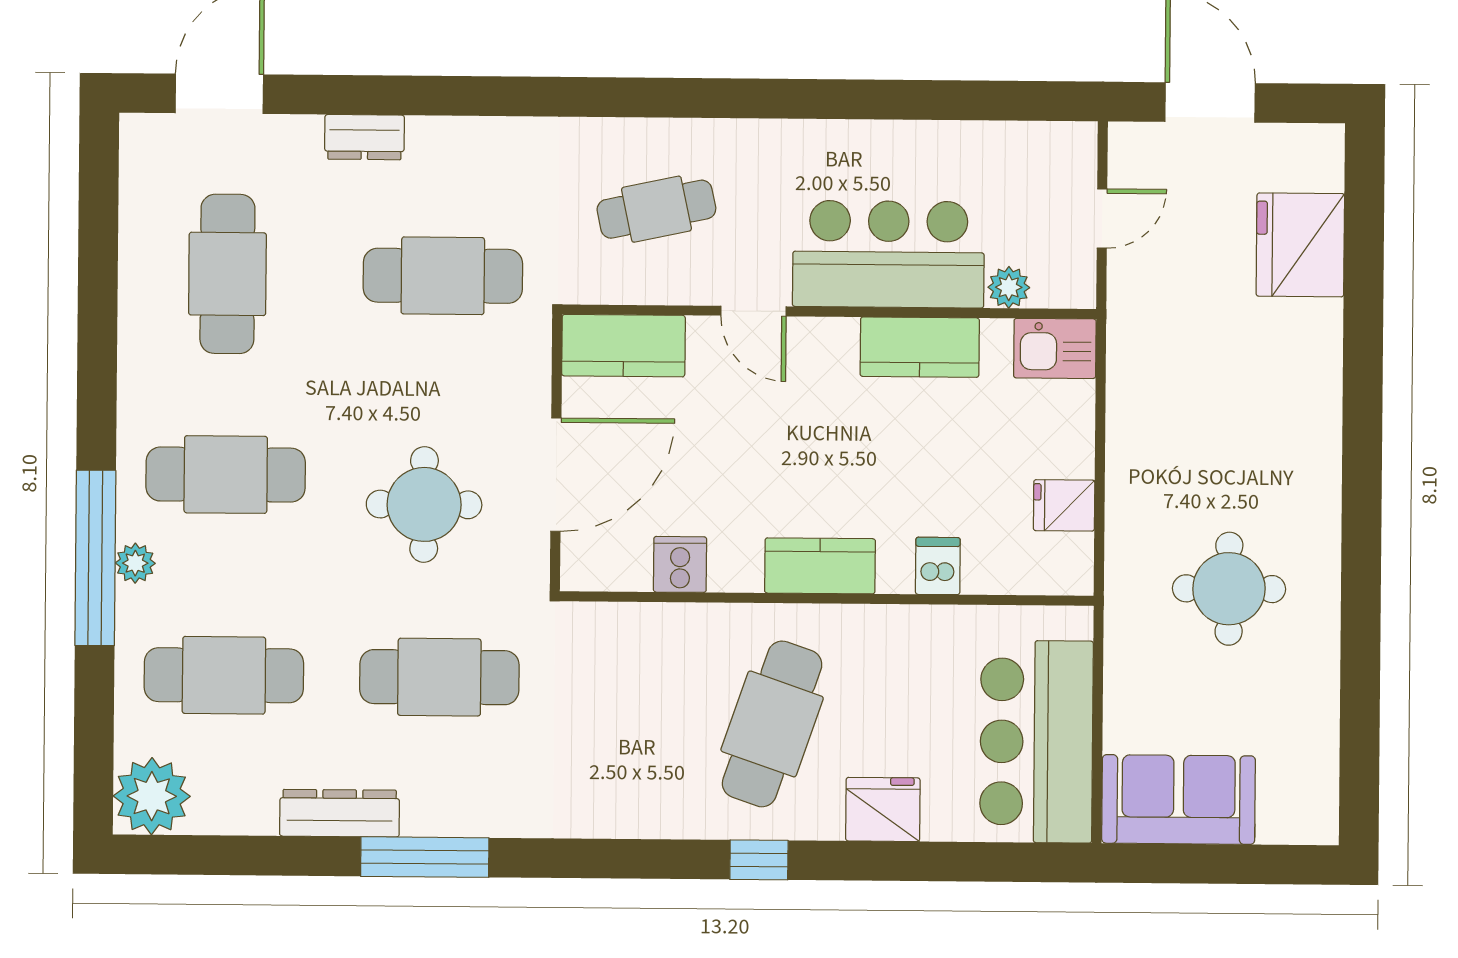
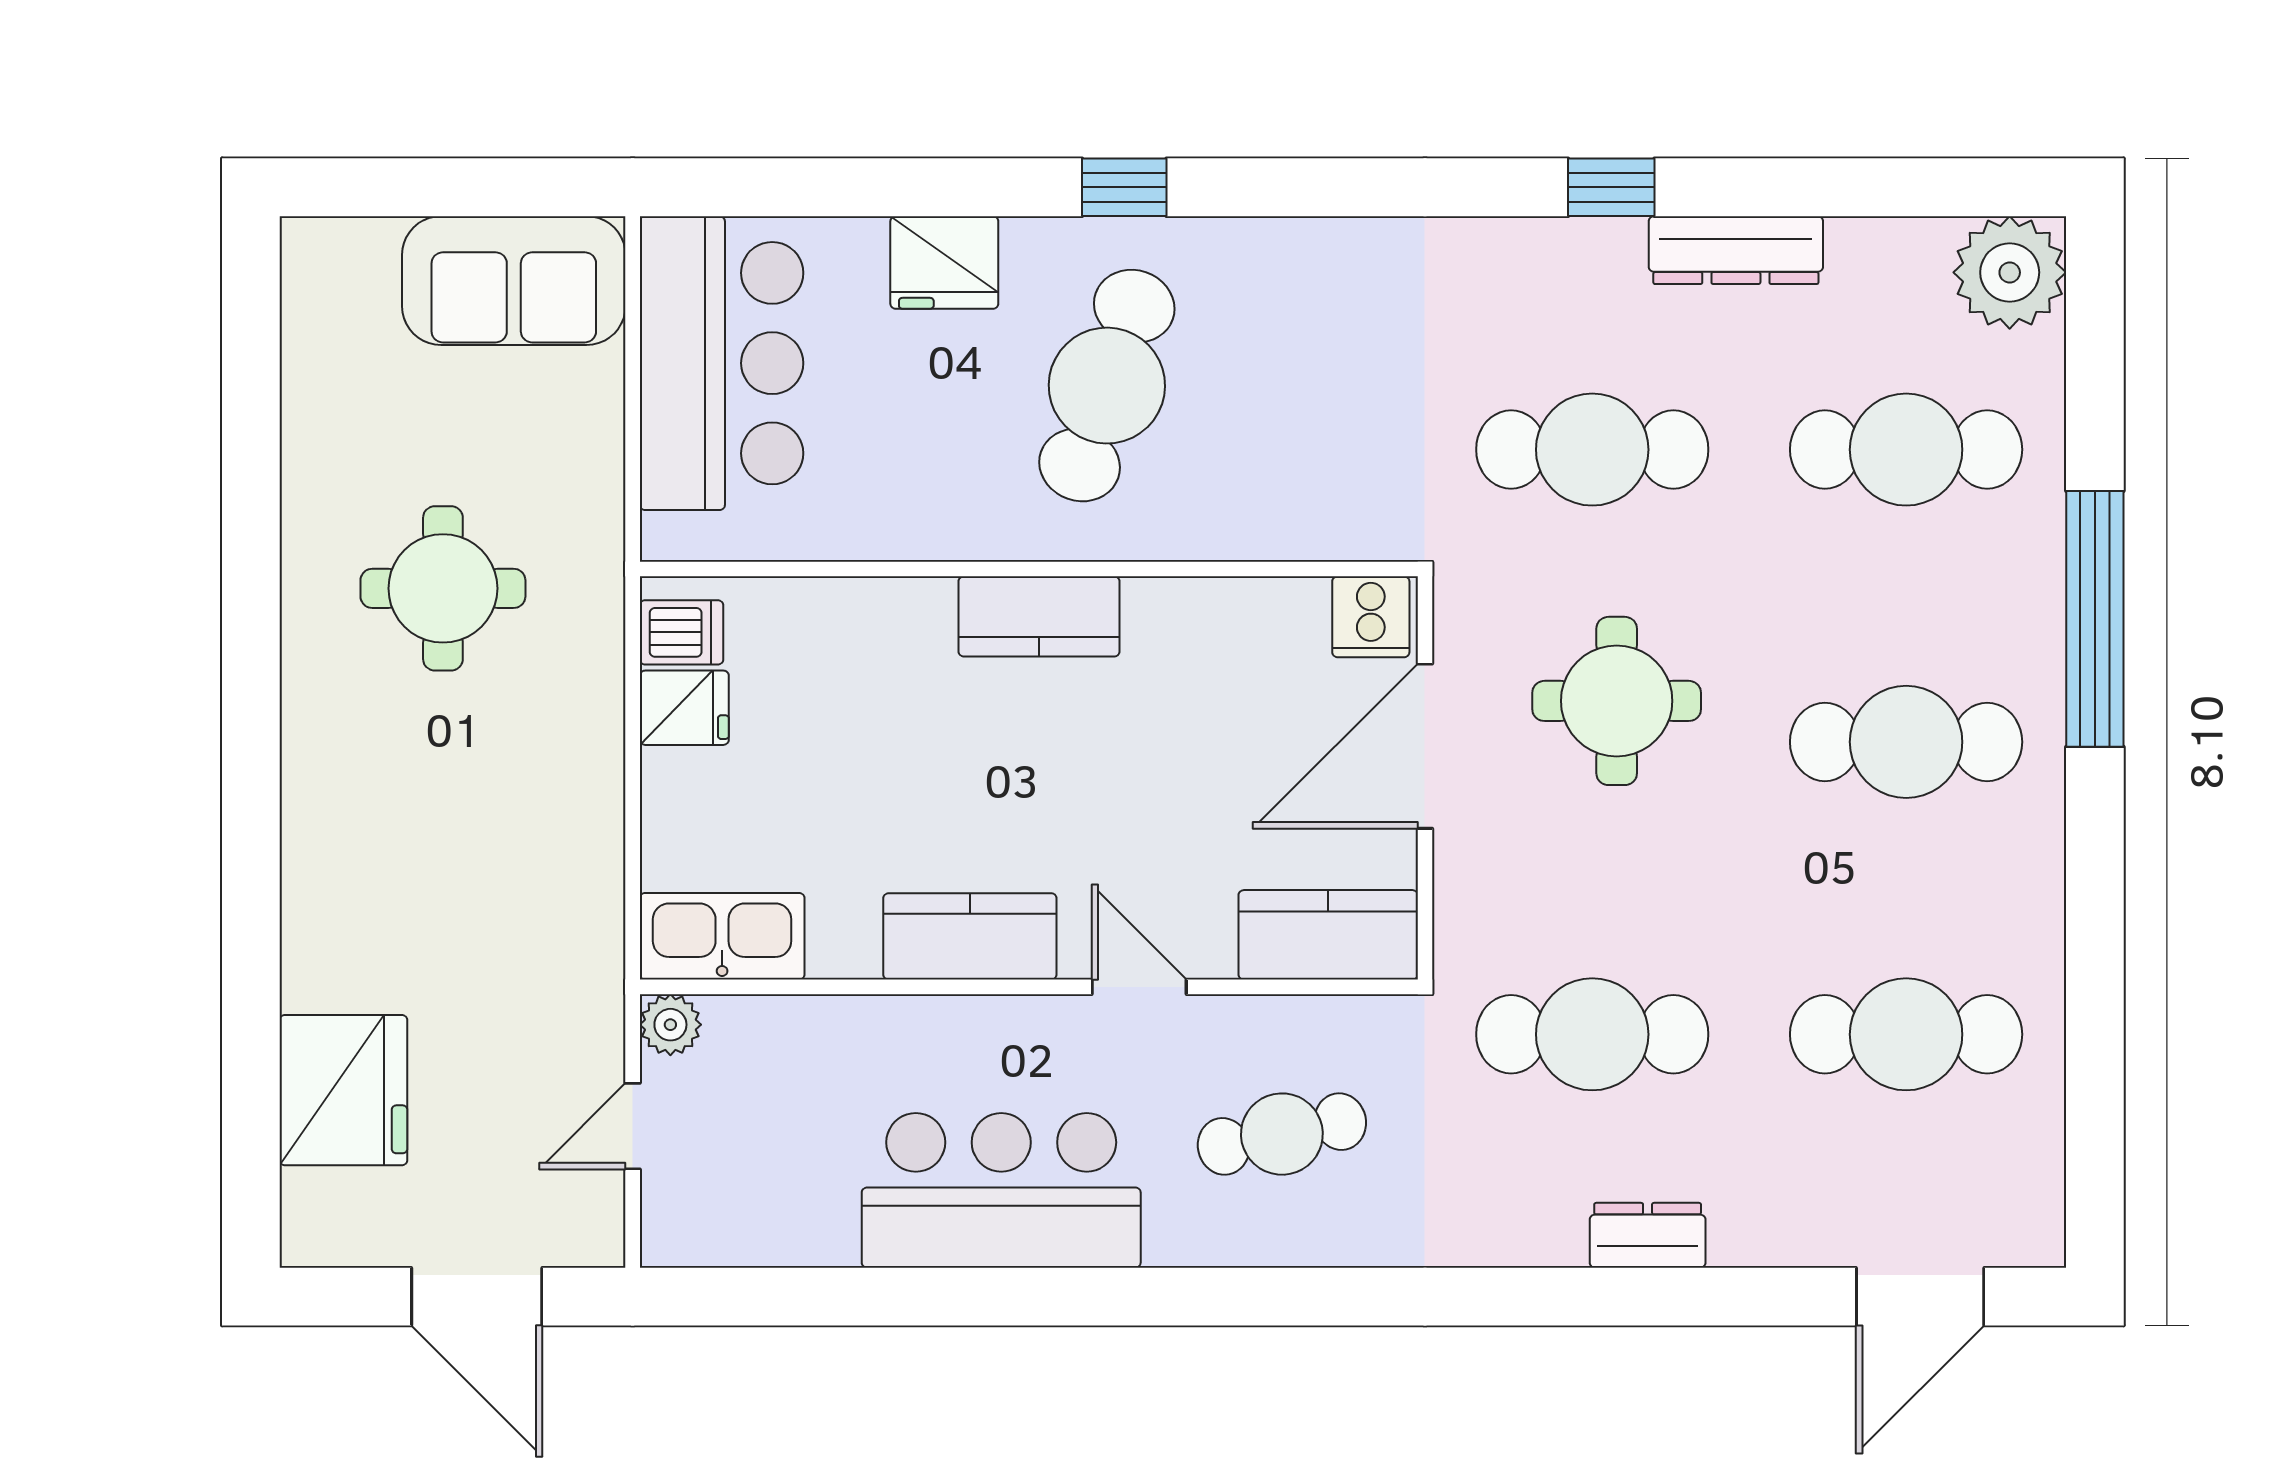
dresser: (364, 137) -> (1648, 1235), moved
bar counter: (888, 254) -> (1001, 1190), moved, turned 180
cafe table: (227, 274) -> (1906, 1034), turned 90
plant: (1009, 287) -> (670, 1025), moved
kitchen counter: (920, 347) -> (970, 936), moved
kitchen sink: (1055, 348) -> (722, 936), width x1.38
plant: (135, 563) -> (2037, 612), removed
cooker: (680, 564) -> (1371, 617), moved
dishwasher: (938, 566) -> (681, 632), moved, turned -90
window: (425, 857) -> (1611, 187), width x0.46

